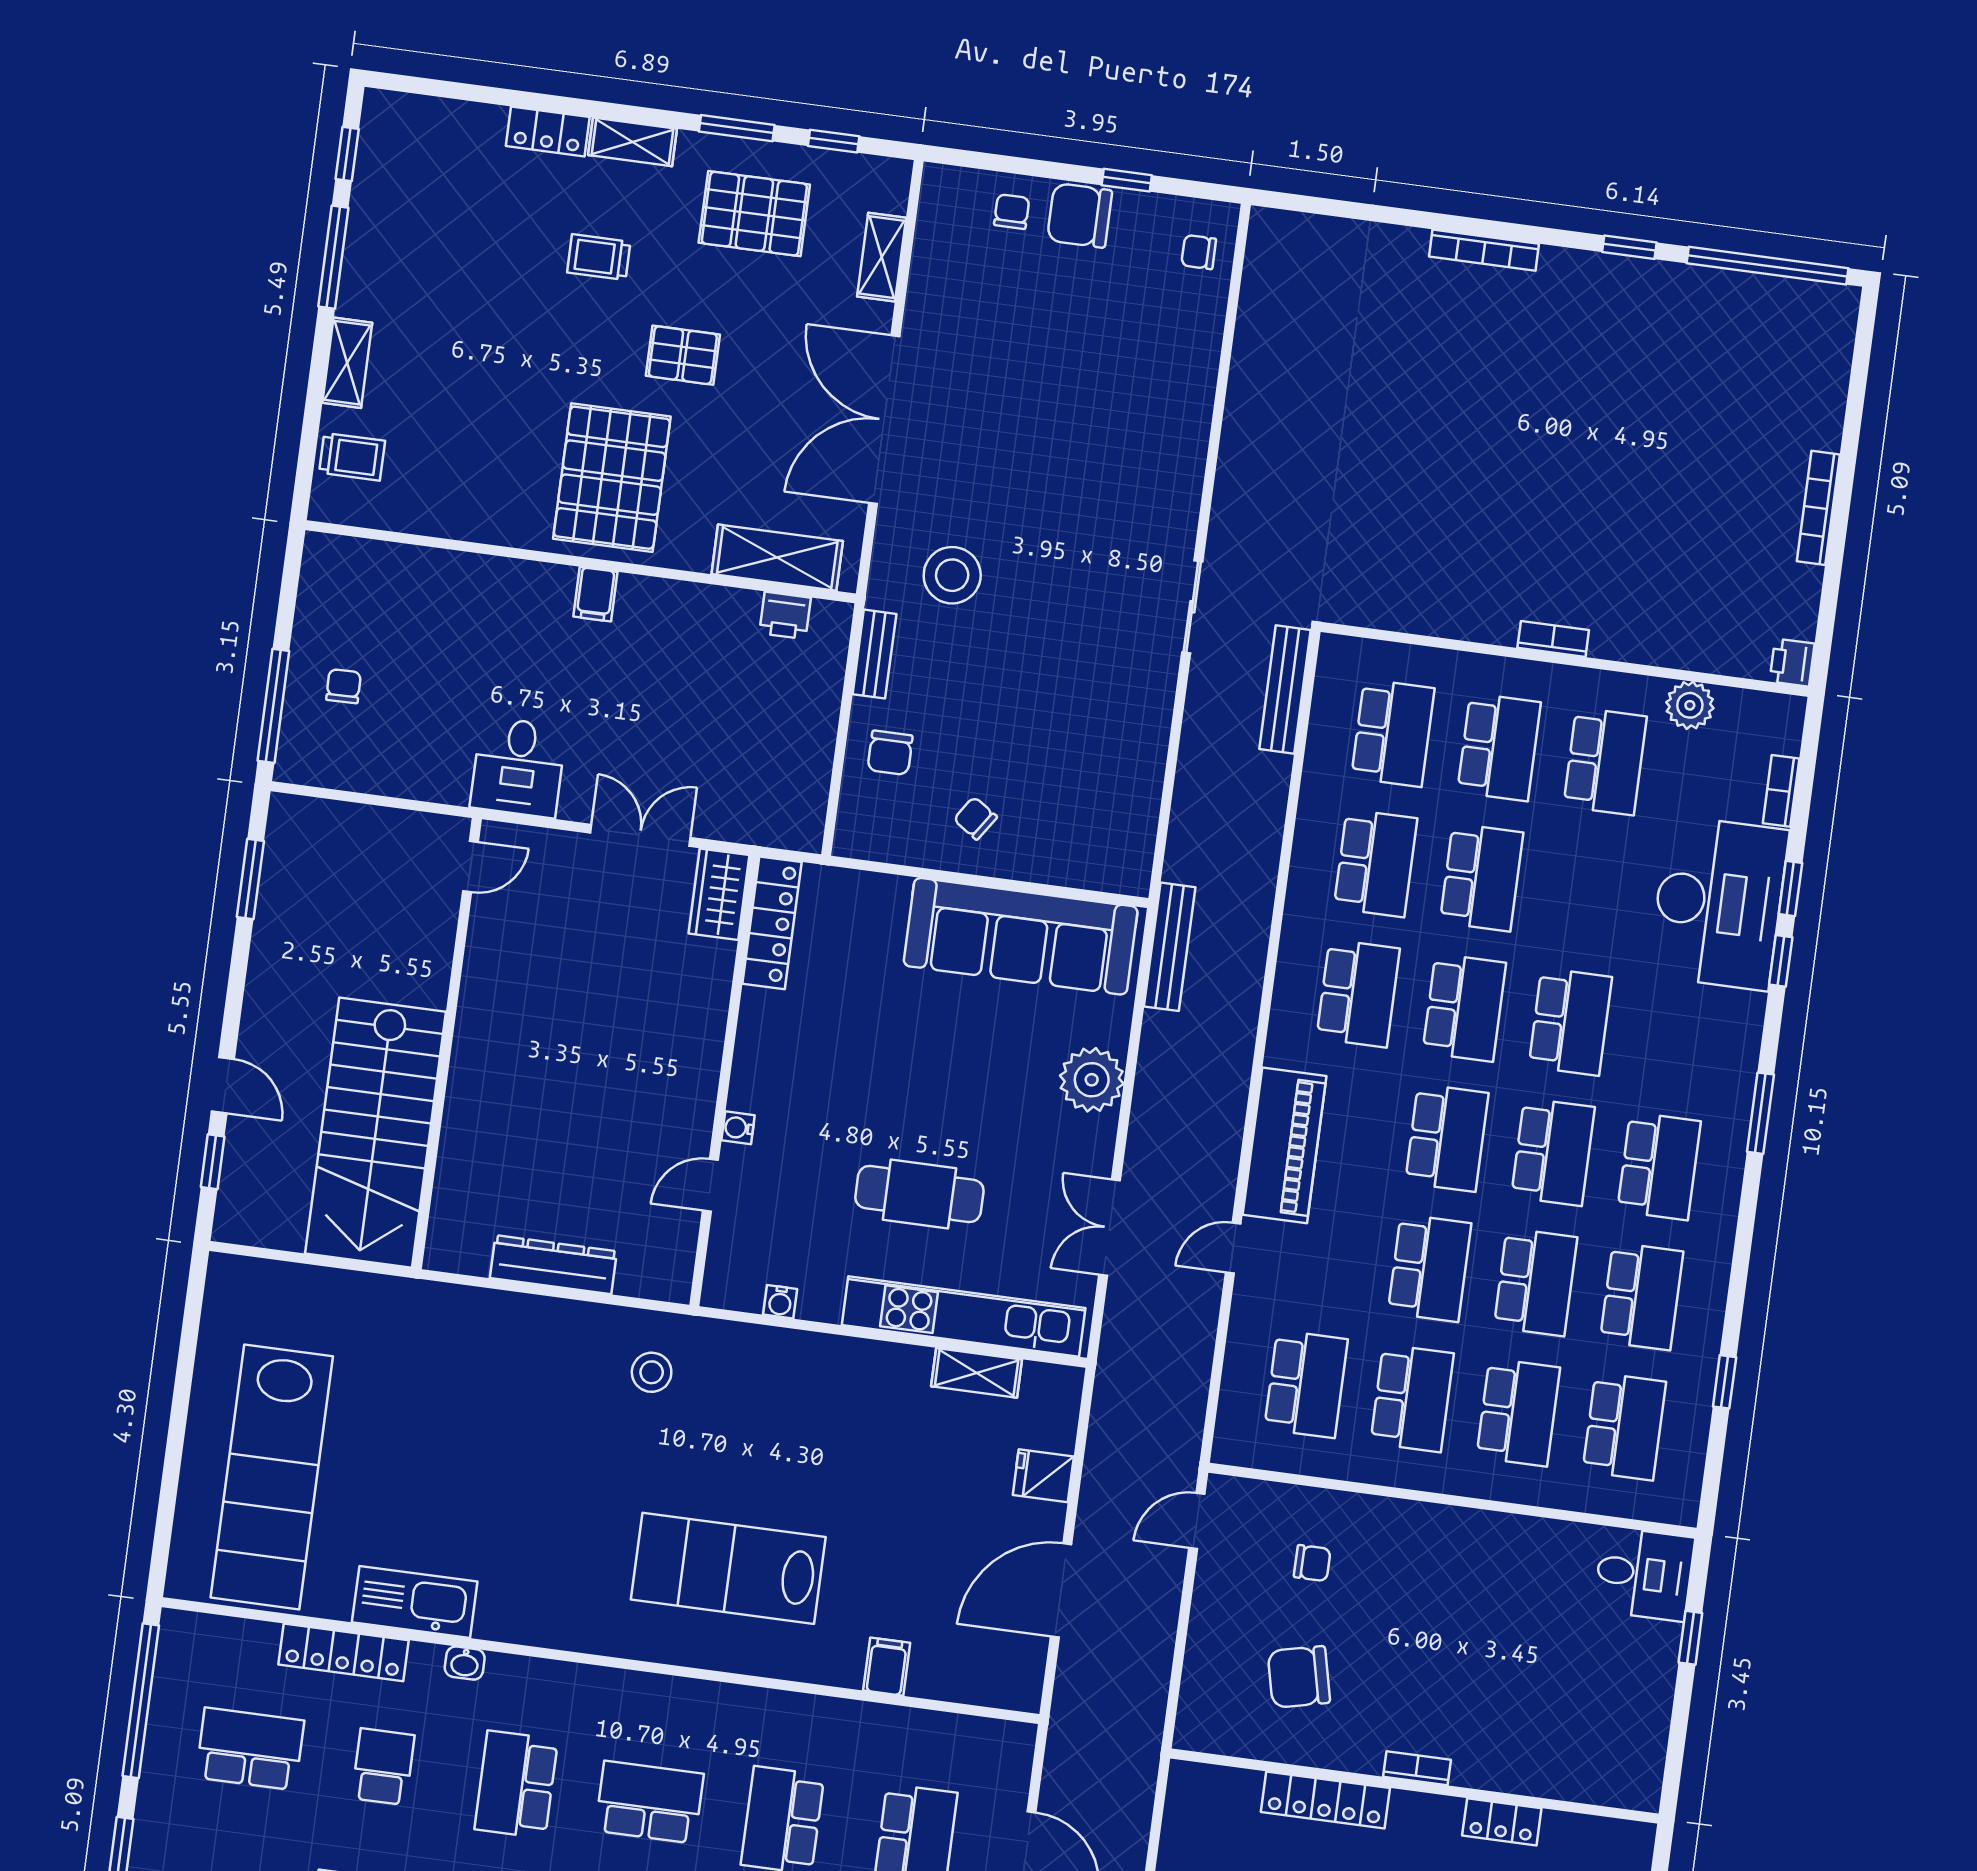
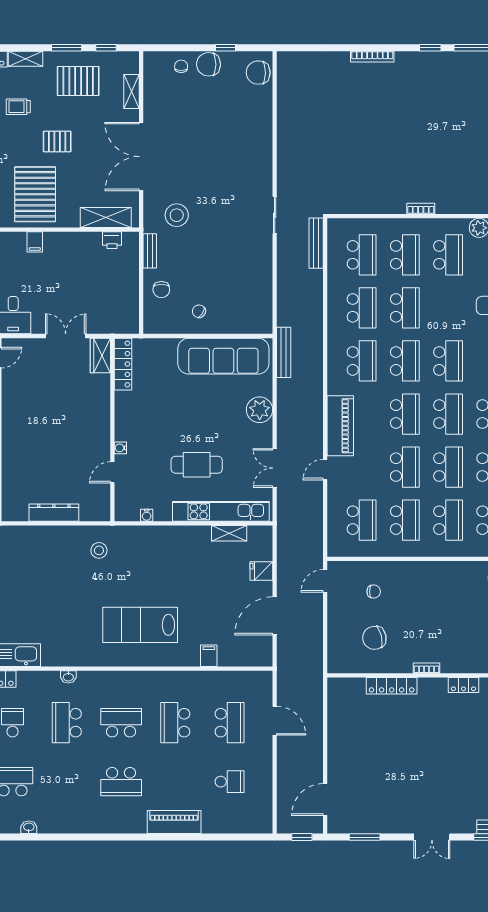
chair: (1199, 252) -> (258, 73), width x1.87, depth x1.87
washbasin: (465, 1663) -> (68, 677), moved

